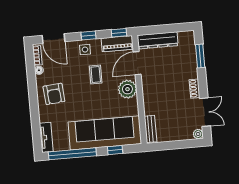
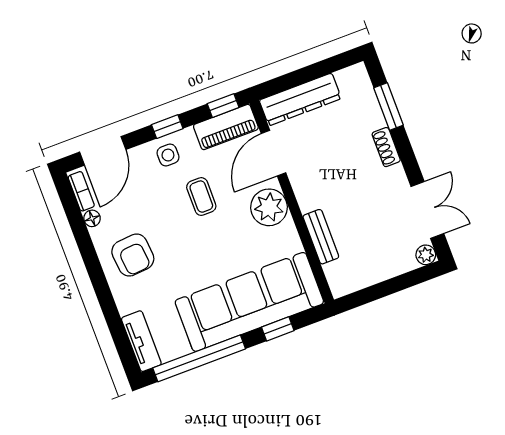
door: (53, 39) -> (103, 151), hinge flipped
shoe rack: (195, 89) -> (386, 147), moved
bench: (151, 129) -> (321, 237), moved

